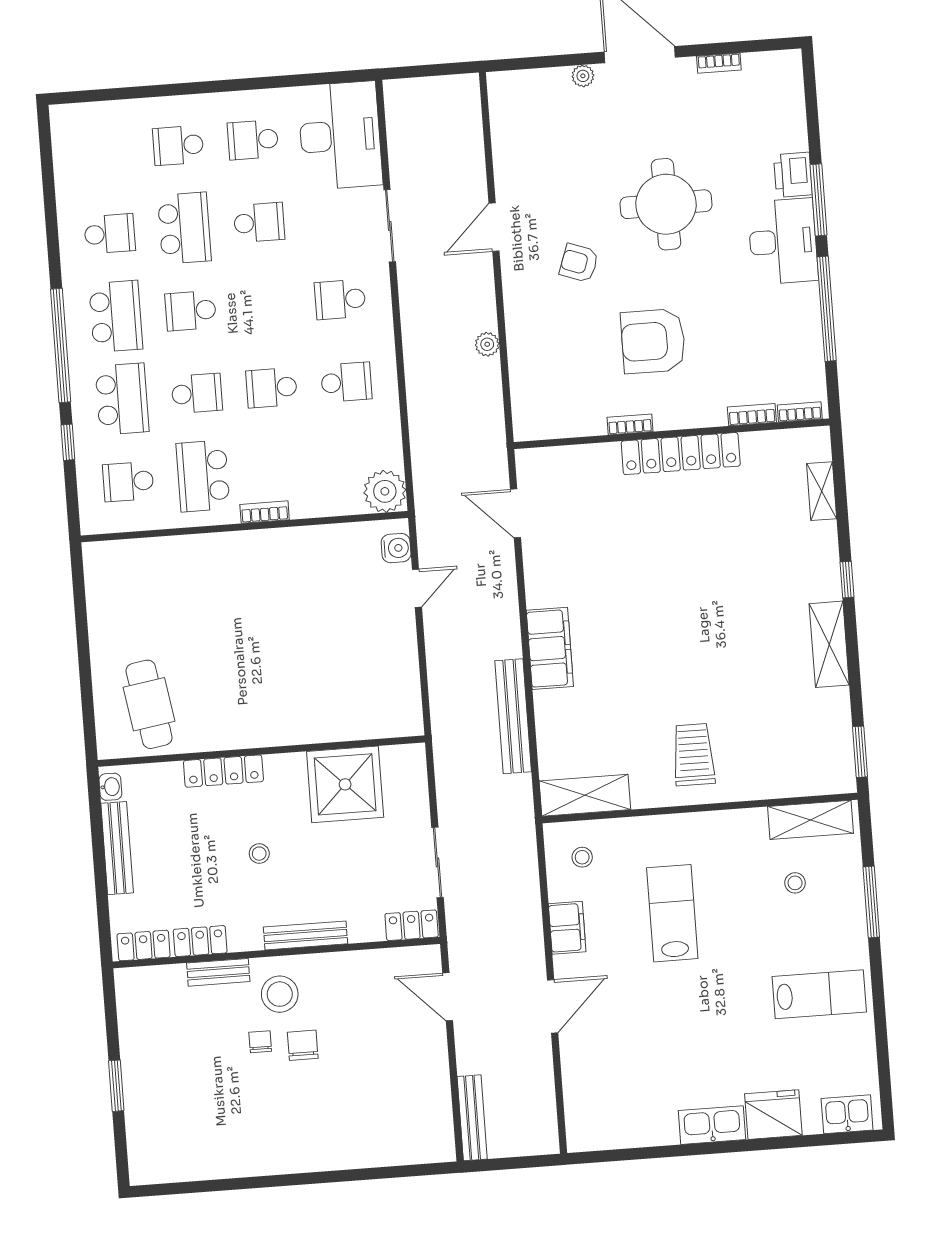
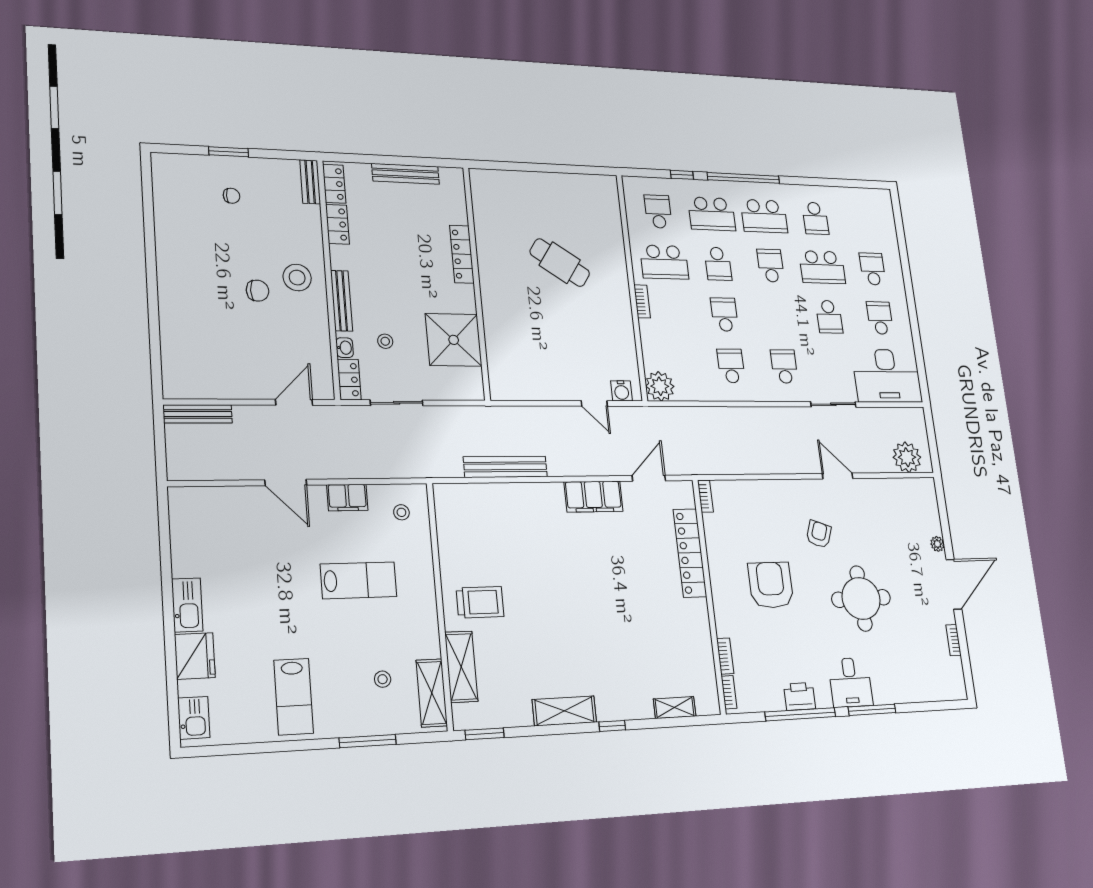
printer: (793, 175) -> (800, 696), moved
desk: (783, 241) -> (850, 682), width x0.73
plant: (487, 344) -> (907, 457), moved, width x1.87, depth x1.87
school desk: (346, 382) -> (731, 366), turned 180
bookcase: (630, 424) -> (705, 496), moved
locker: (681, 454) -> (690, 553), moved
school desk: (203, 476) -> (664, 262), turned 180
filing cabinet: (550, 648) -> (594, 497), moved
cafe table: (149, 704) -> (560, 263), moved, turned 43
washbasin: (110, 787) -> (345, 348), moved, turned -90
shelving: (585, 795) -> (461, 667), moved
stool: (259, 854) -> (385, 341), moved
bench: (218, 972) -> (310, 182), moved
chair: (260, 1042) -> (232, 196), moved

